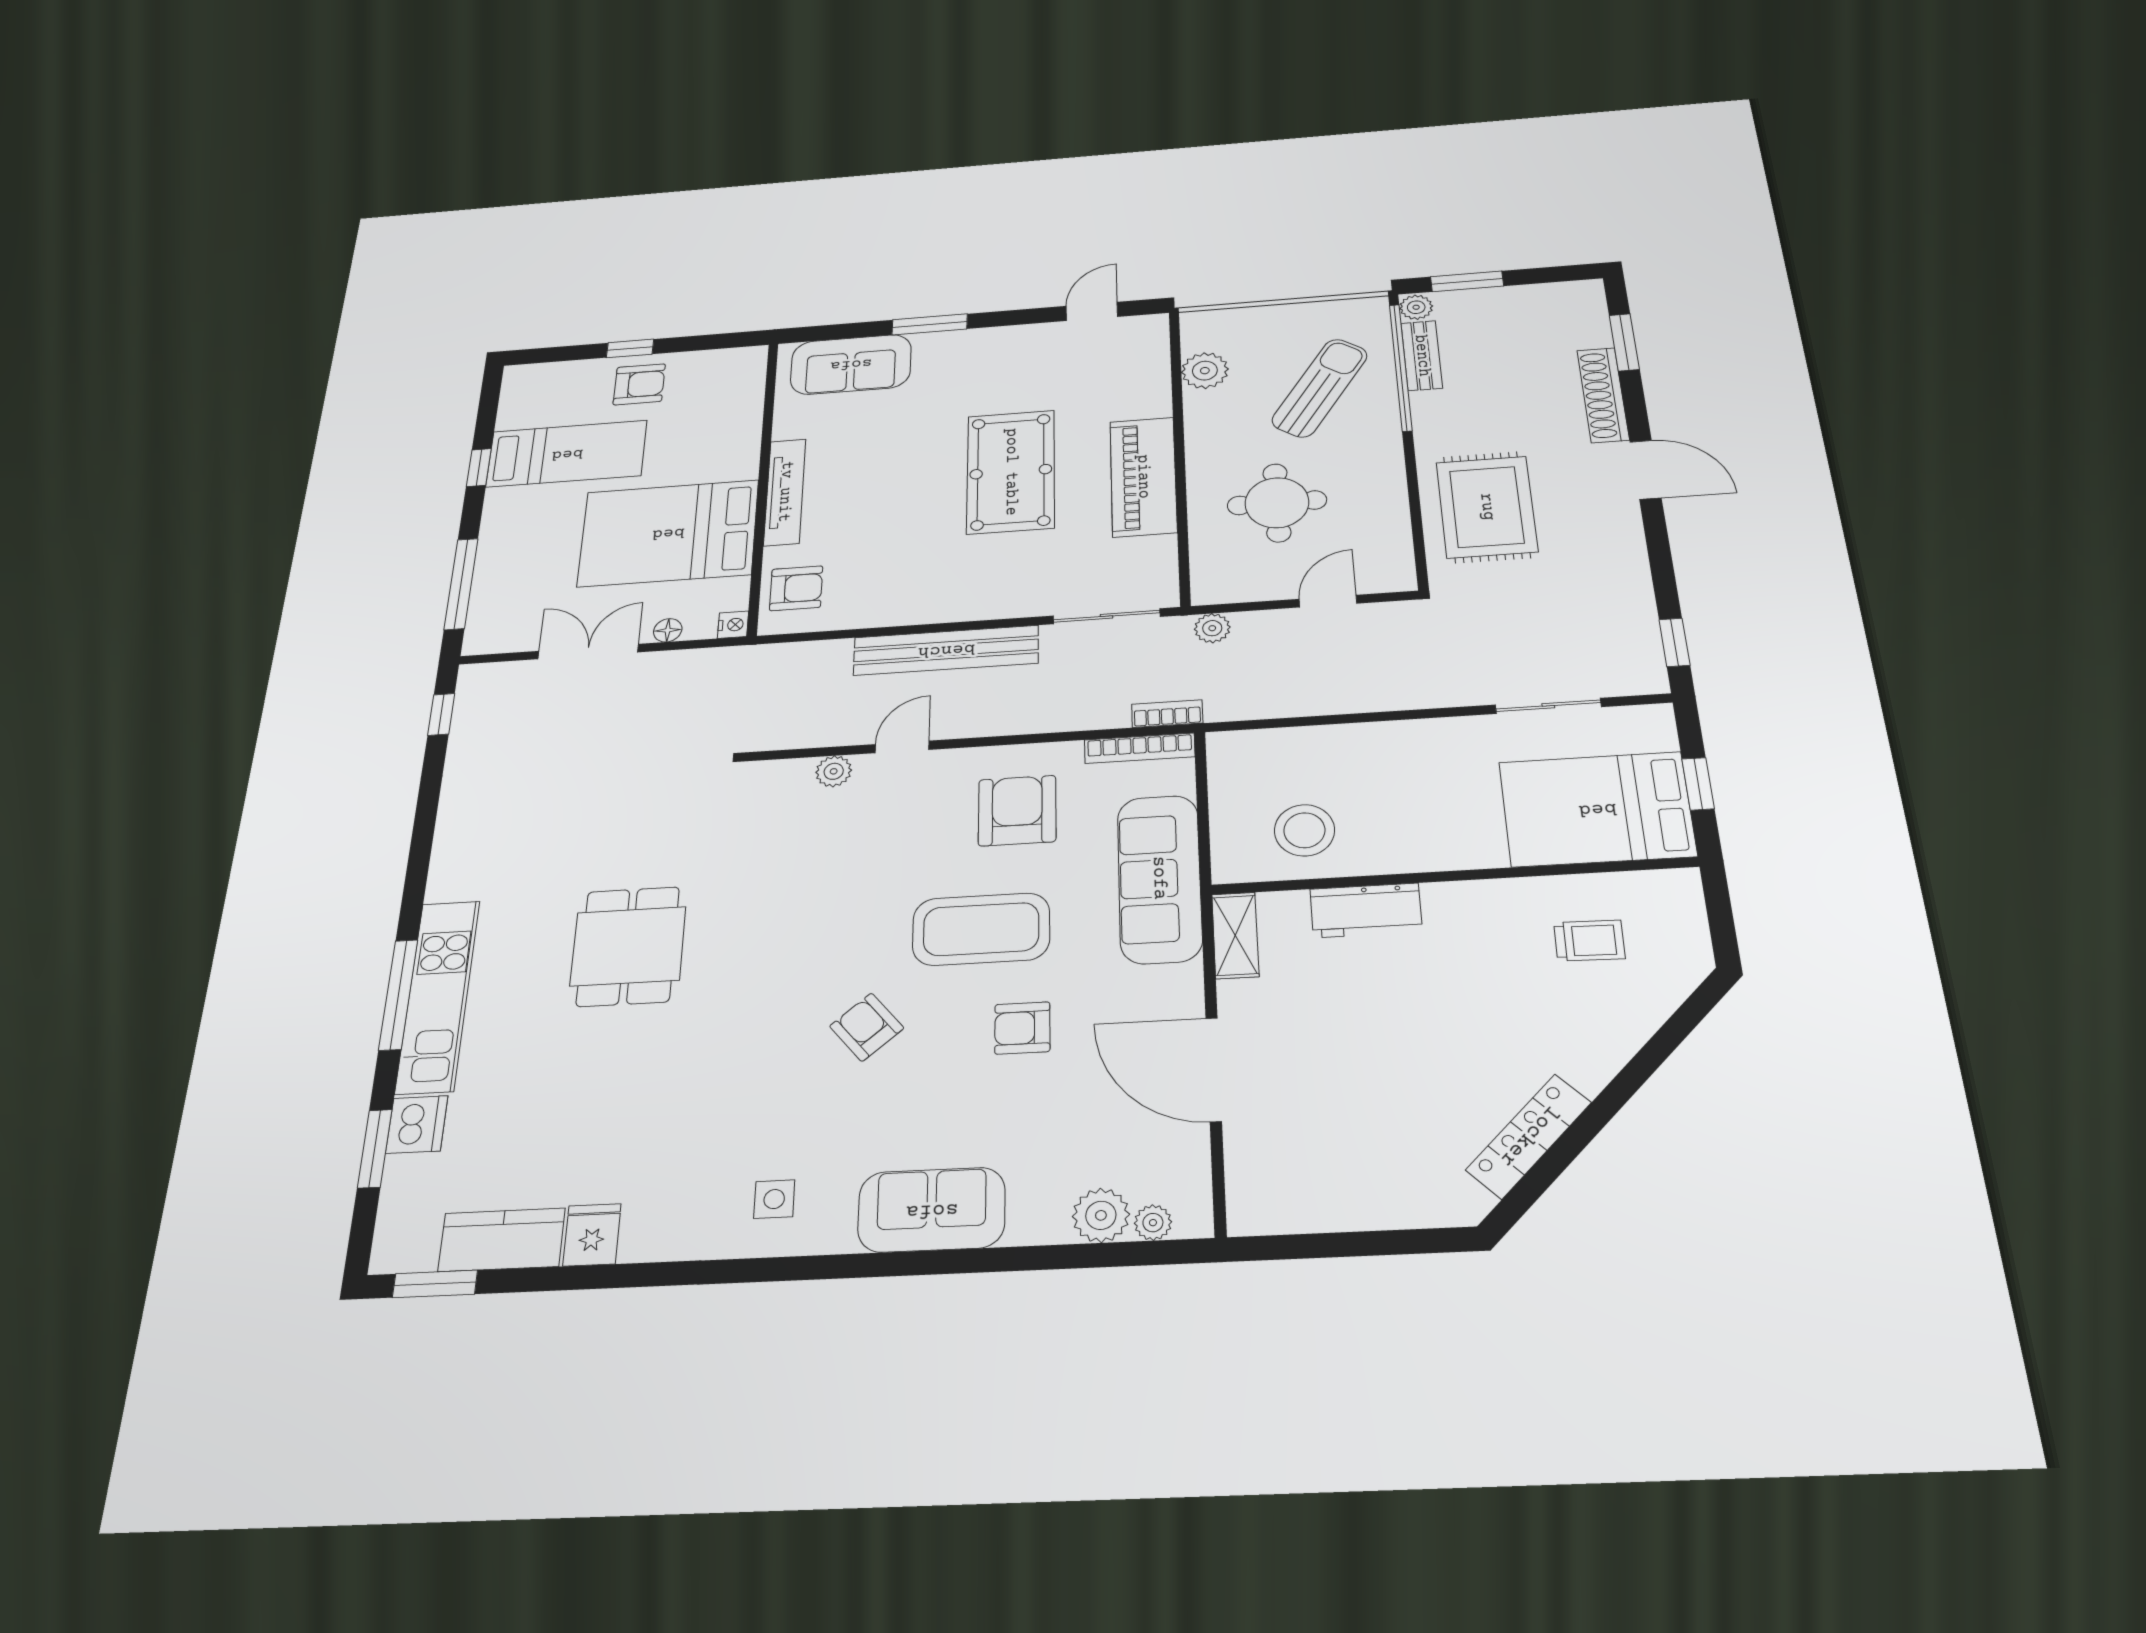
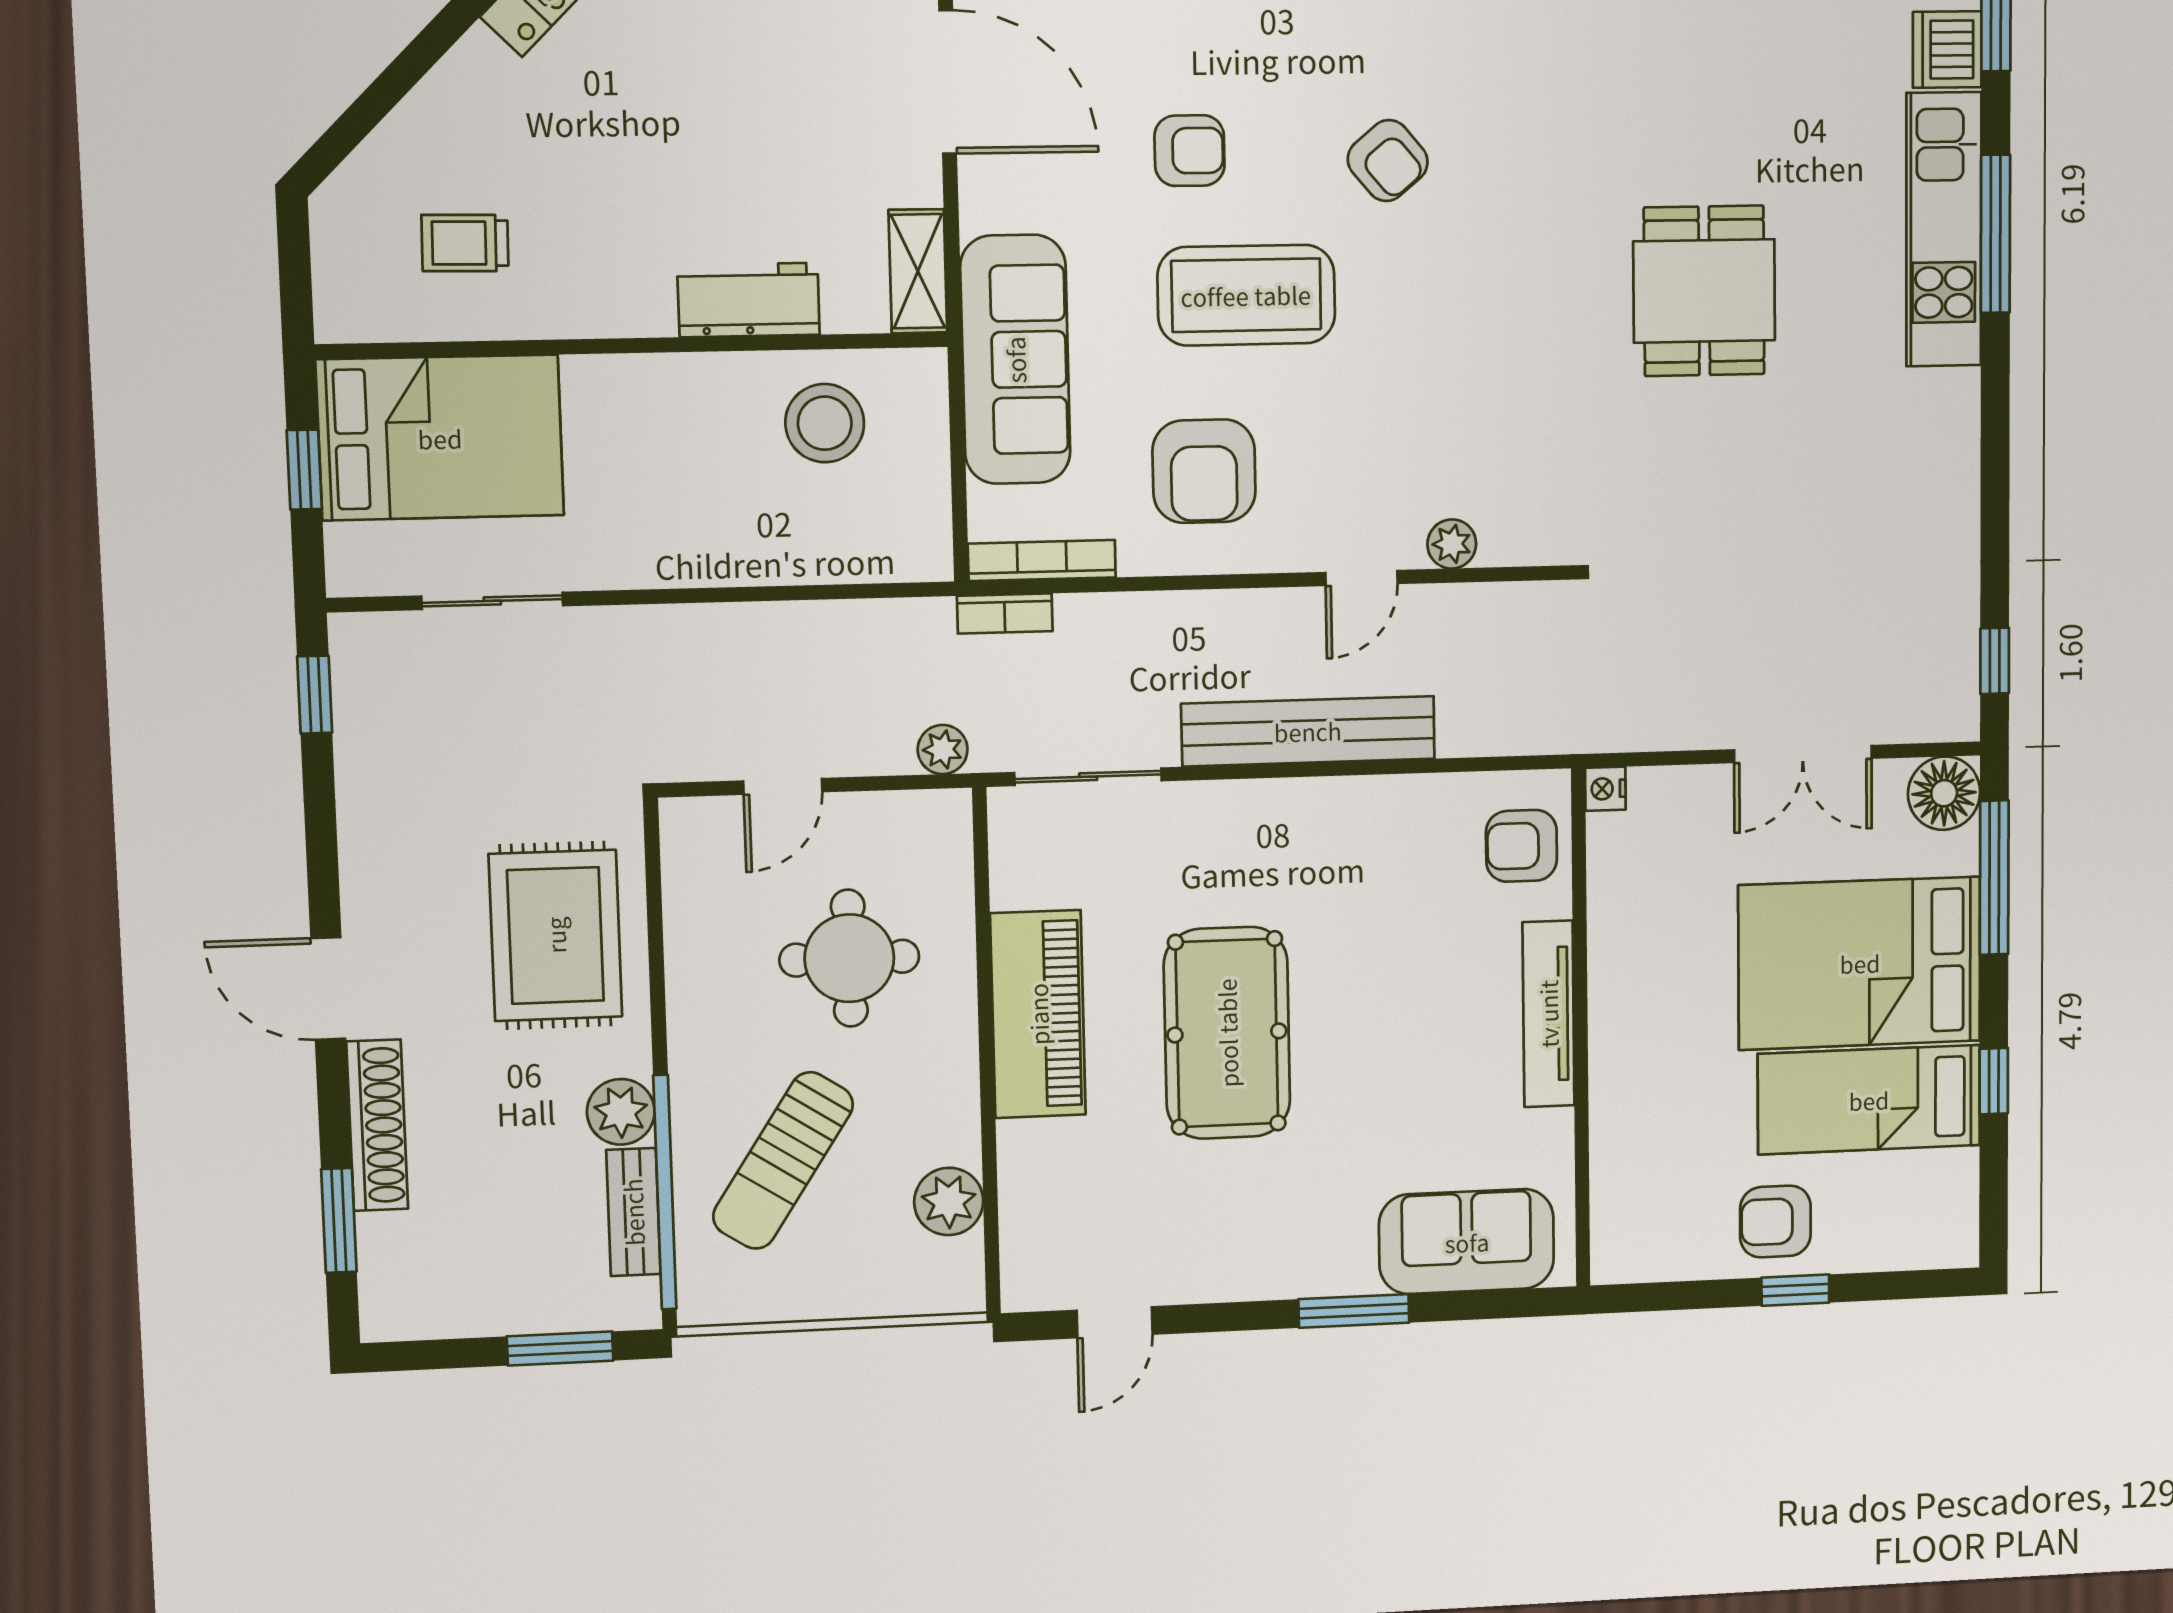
plant: (1416, 307) -> (621, 1112), moved, width x1.38, depth x1.38
bed: (668, 533) -> (1860, 963), moved, turned 180
floor lamp: (668, 630) -> (1944, 793), moved, width x1.89, depth x1.89

